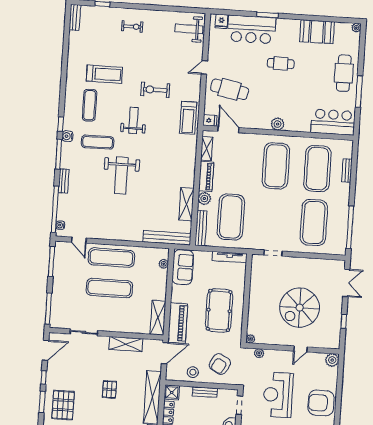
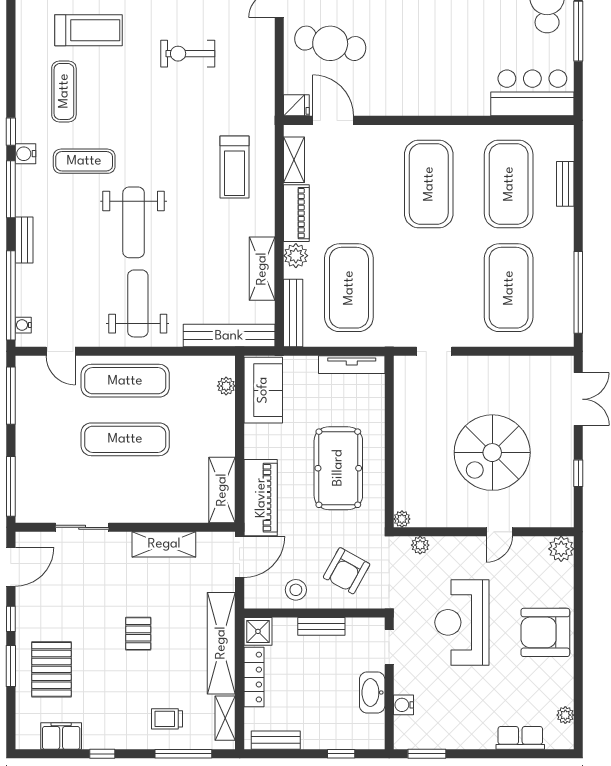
treadmill: (188, 118) -> (235, 167), moved
weight bench: (133, 120) -> (138, 303), moved, width x1.36, depth x1.33
plant: (278, 124) -> (427, 104), removed

